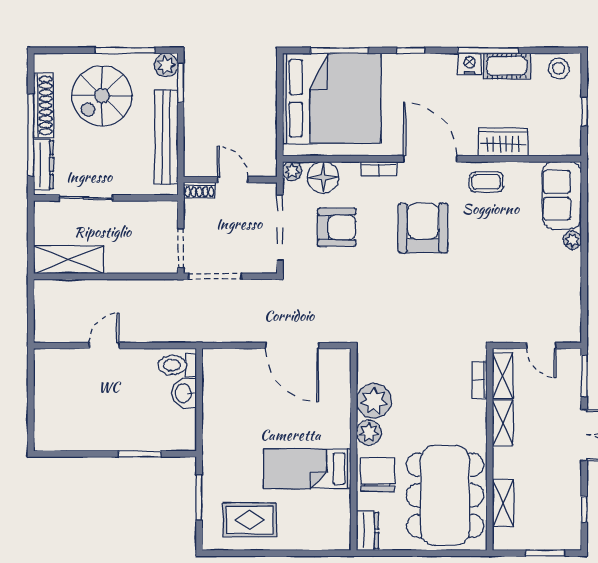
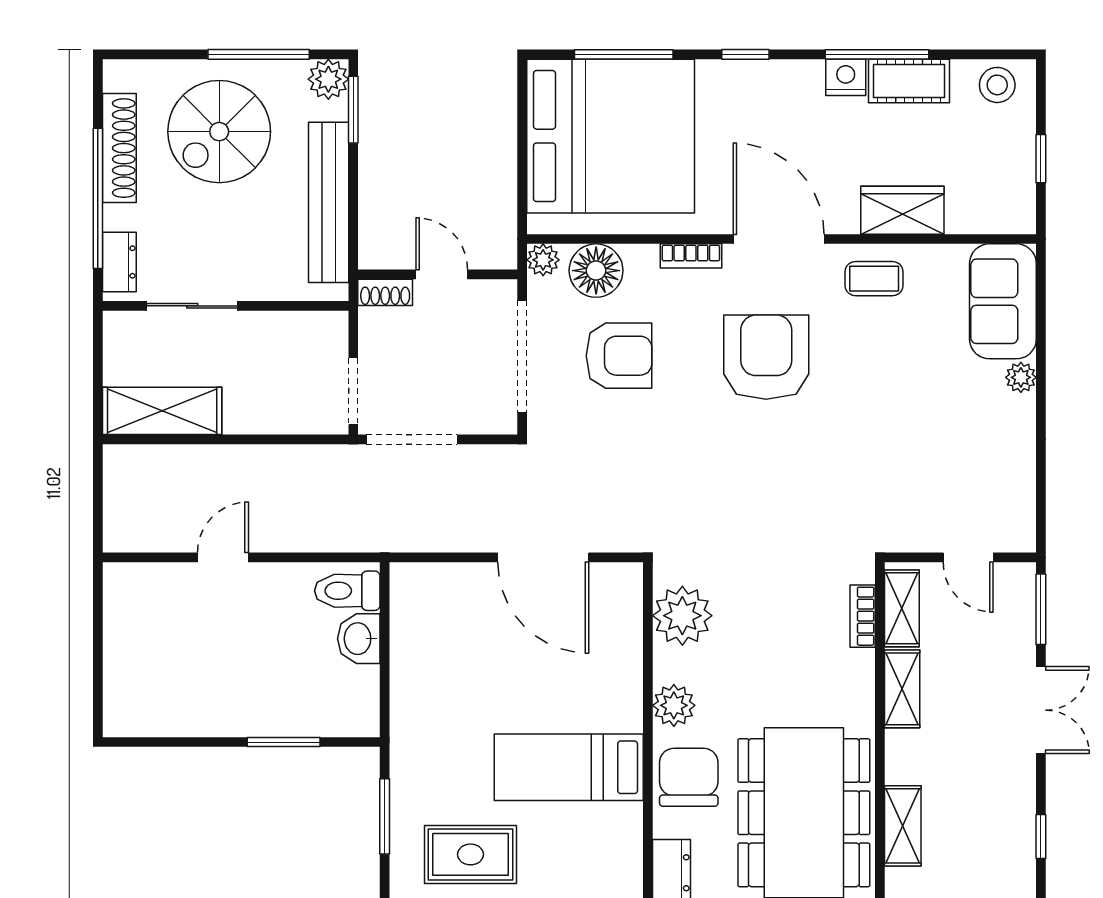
dresser: (43, 165) -> (119, 262), width x0.70
plant: (374, 401) -> (682, 616), moved

